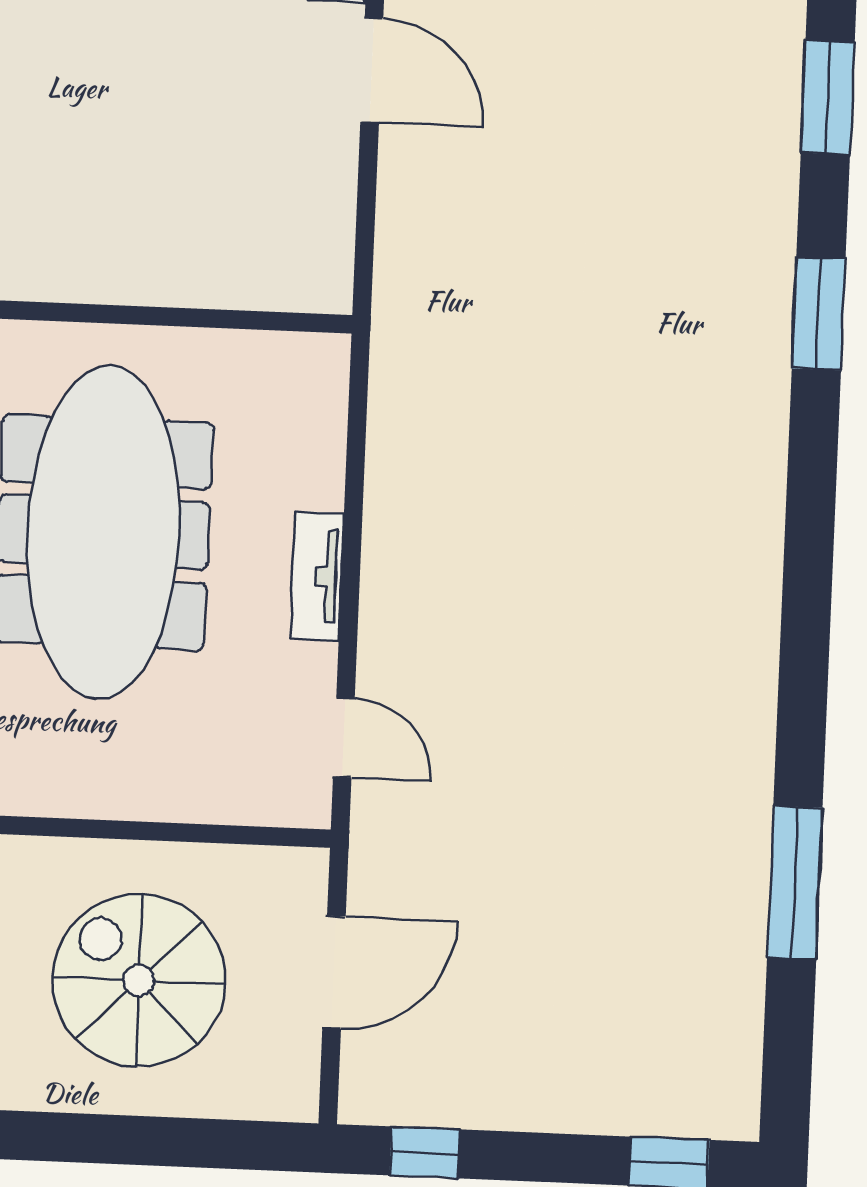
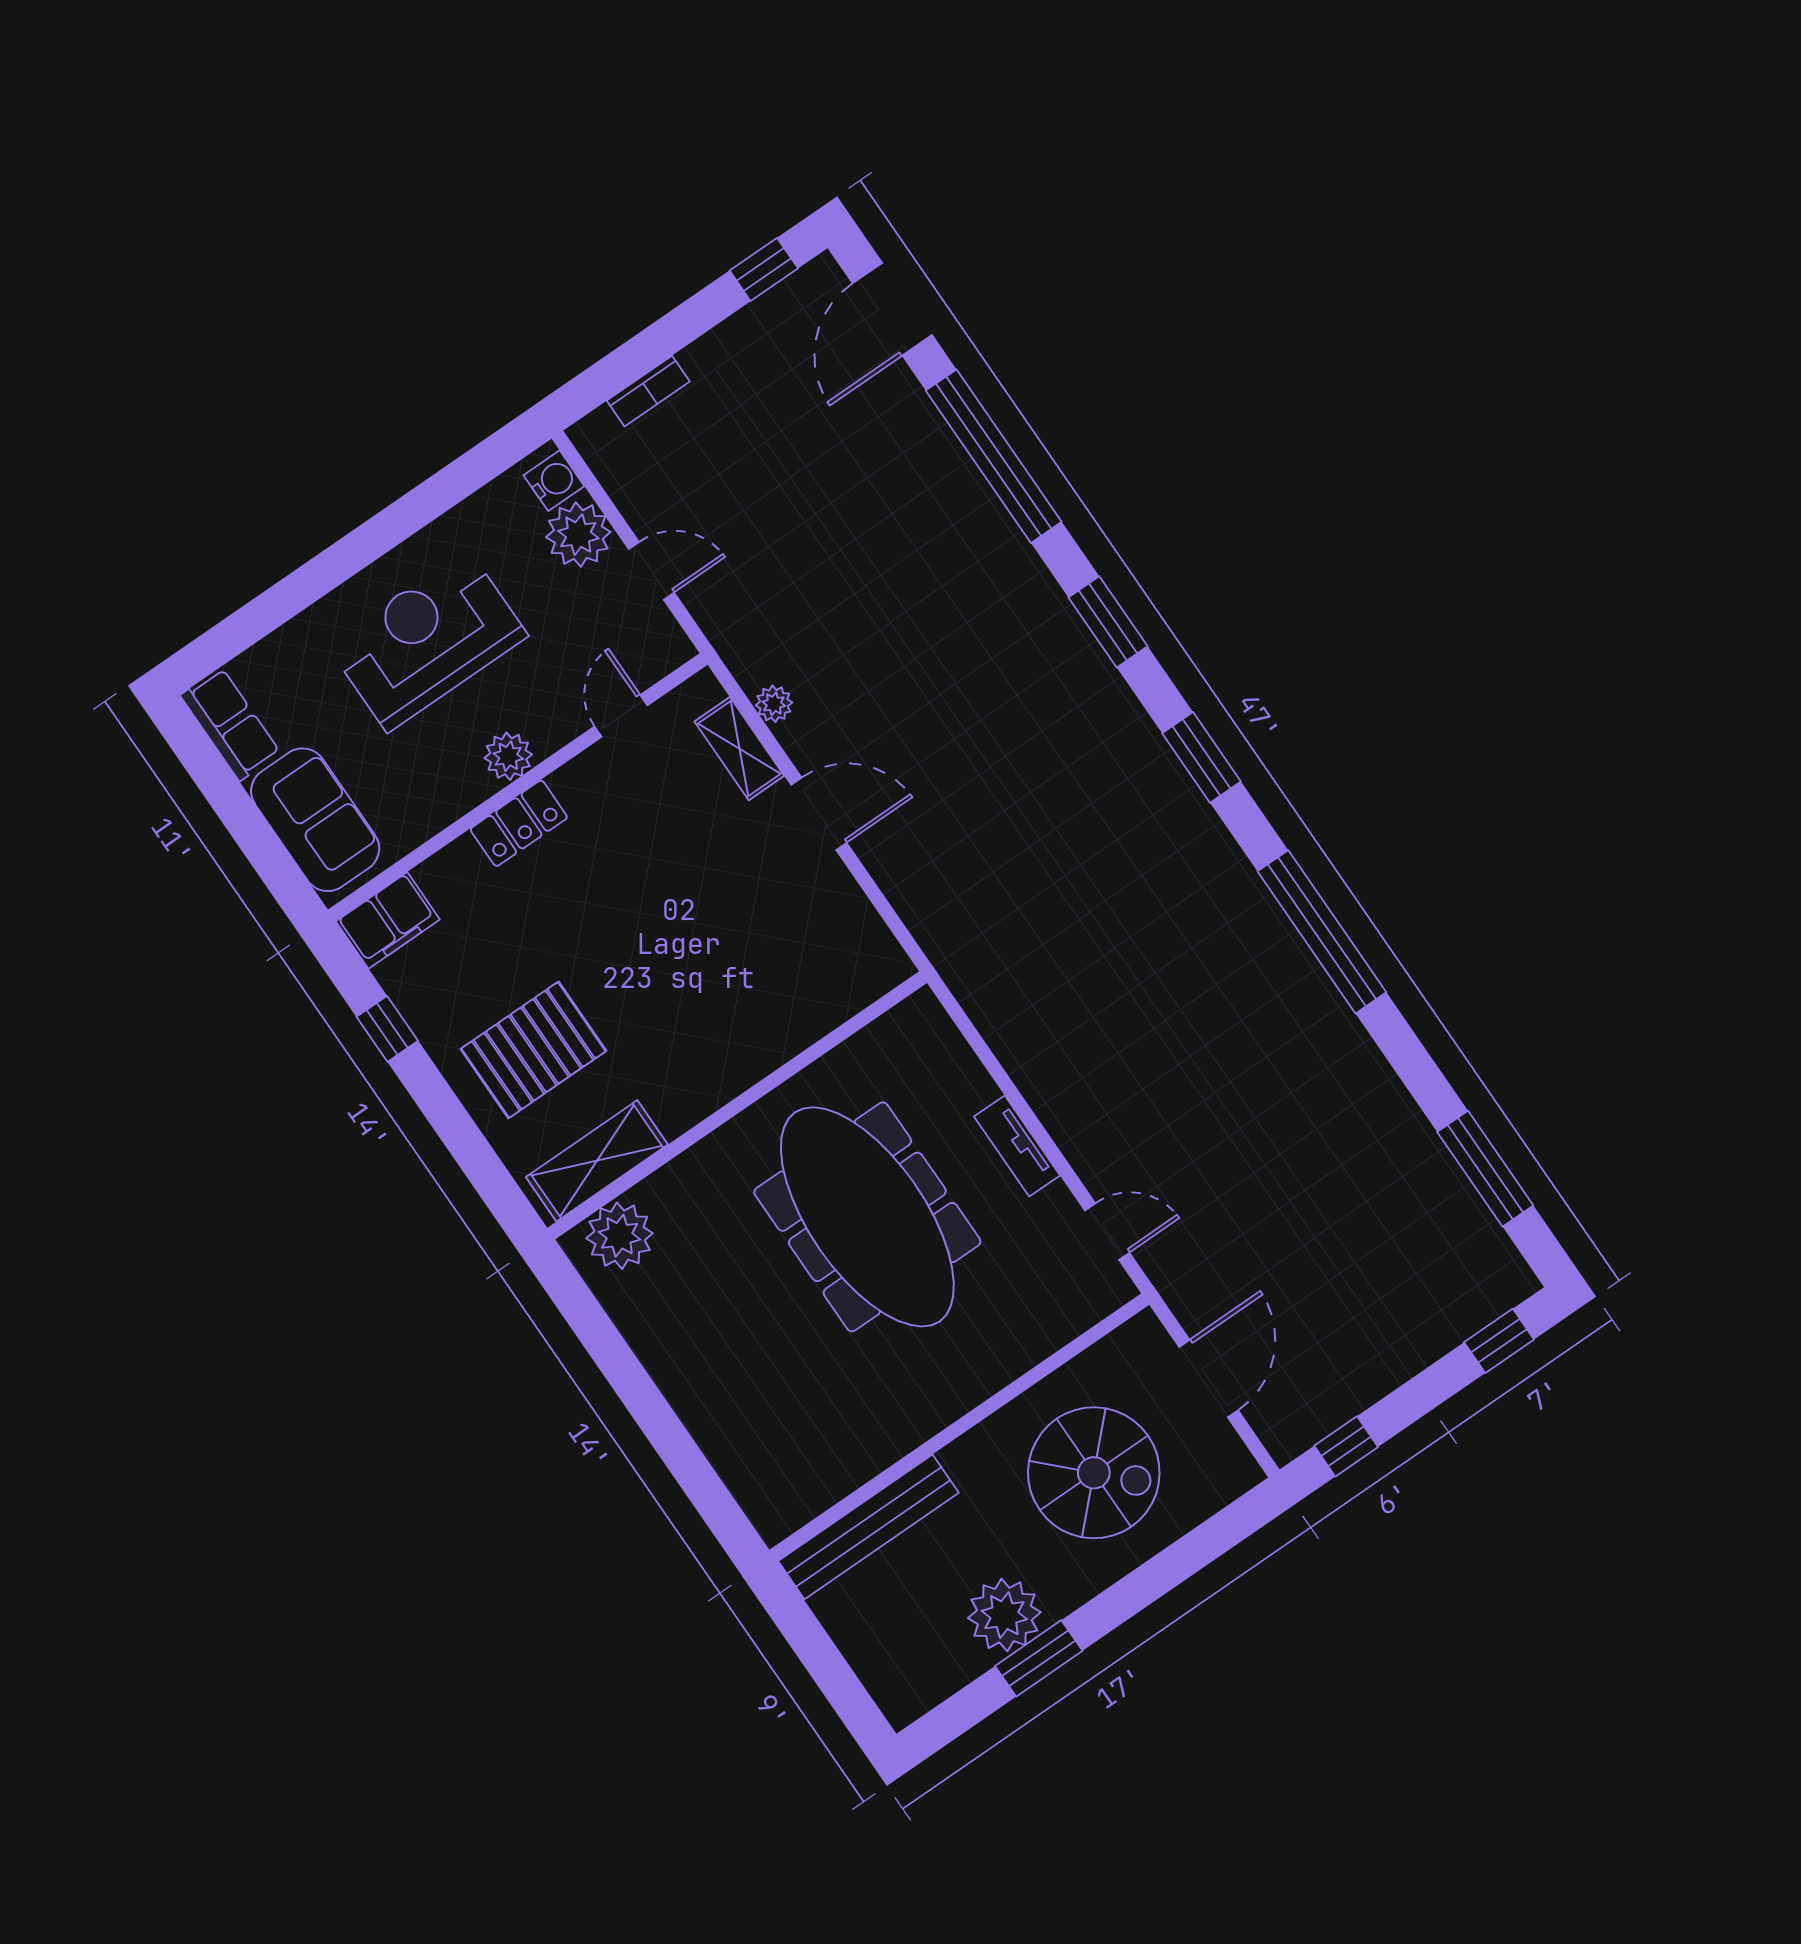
window: (807, 592) -> (1322, 932), added
window: (795, 883) -> (1485, 1169), moved
spiral stairs: (139, 980) -> (1094, 1473), turned 180

